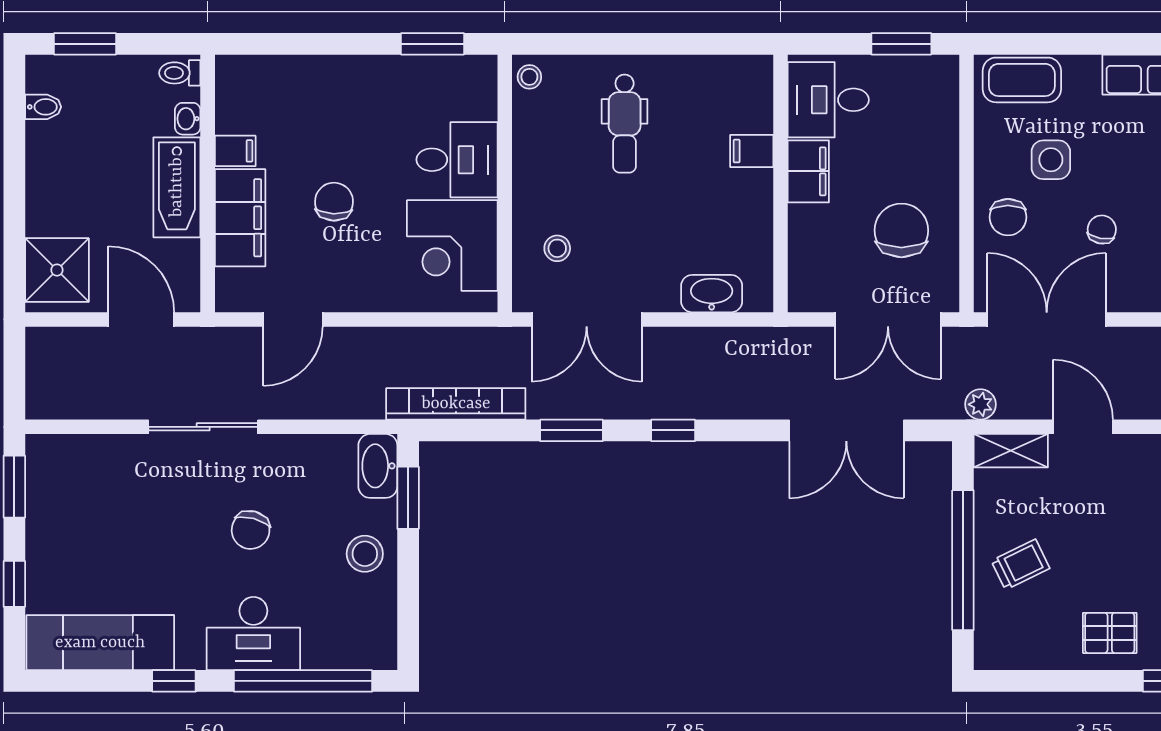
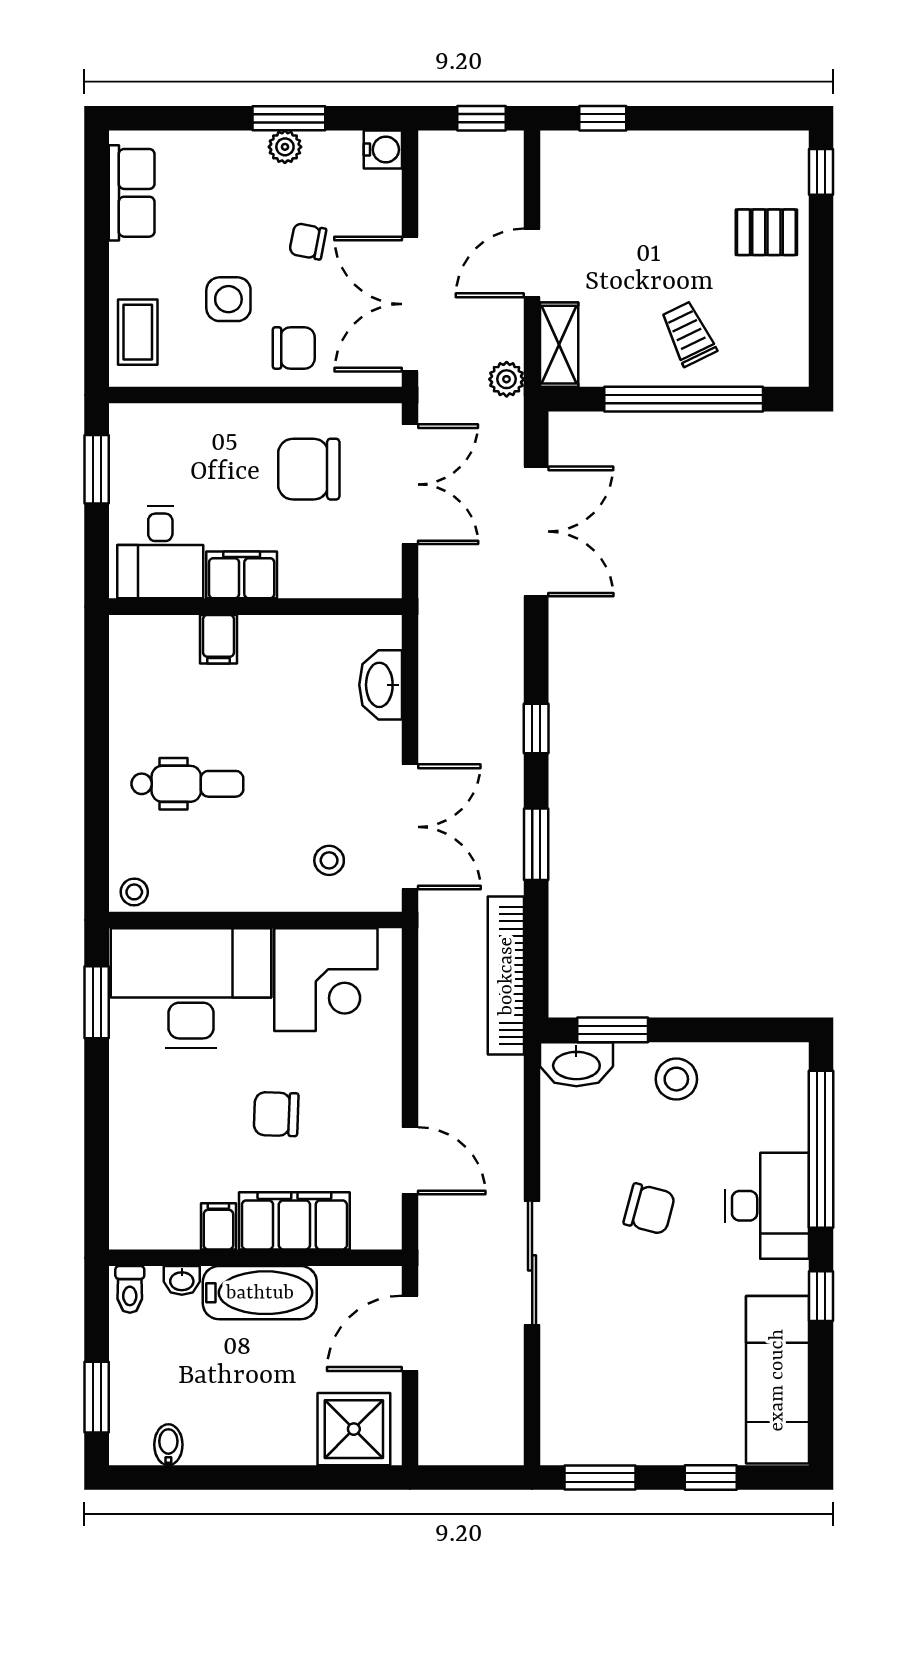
coffee table: (1022, 80) -> (138, 332), width x0.73, depth x0.77
desk: (457, 160) -> (191, 988), width x1.87, depth x1.30
pallet: (1110, 633) -> (766, 232), turned 90

